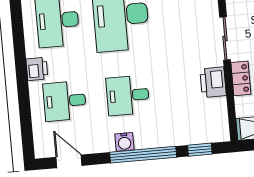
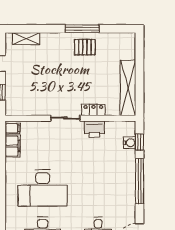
desk: (128, 95) -> (98, 188), removed
water cooler: (124, 142) -> (130, 143), moved

